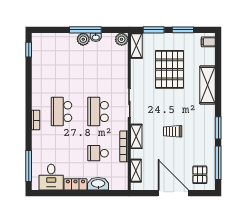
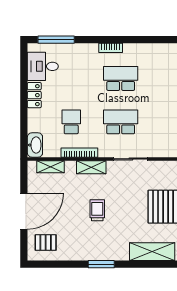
window: (218, 163) -> (60, 264), removed
washbasin: (98, 184) -> (35, 145), moved

